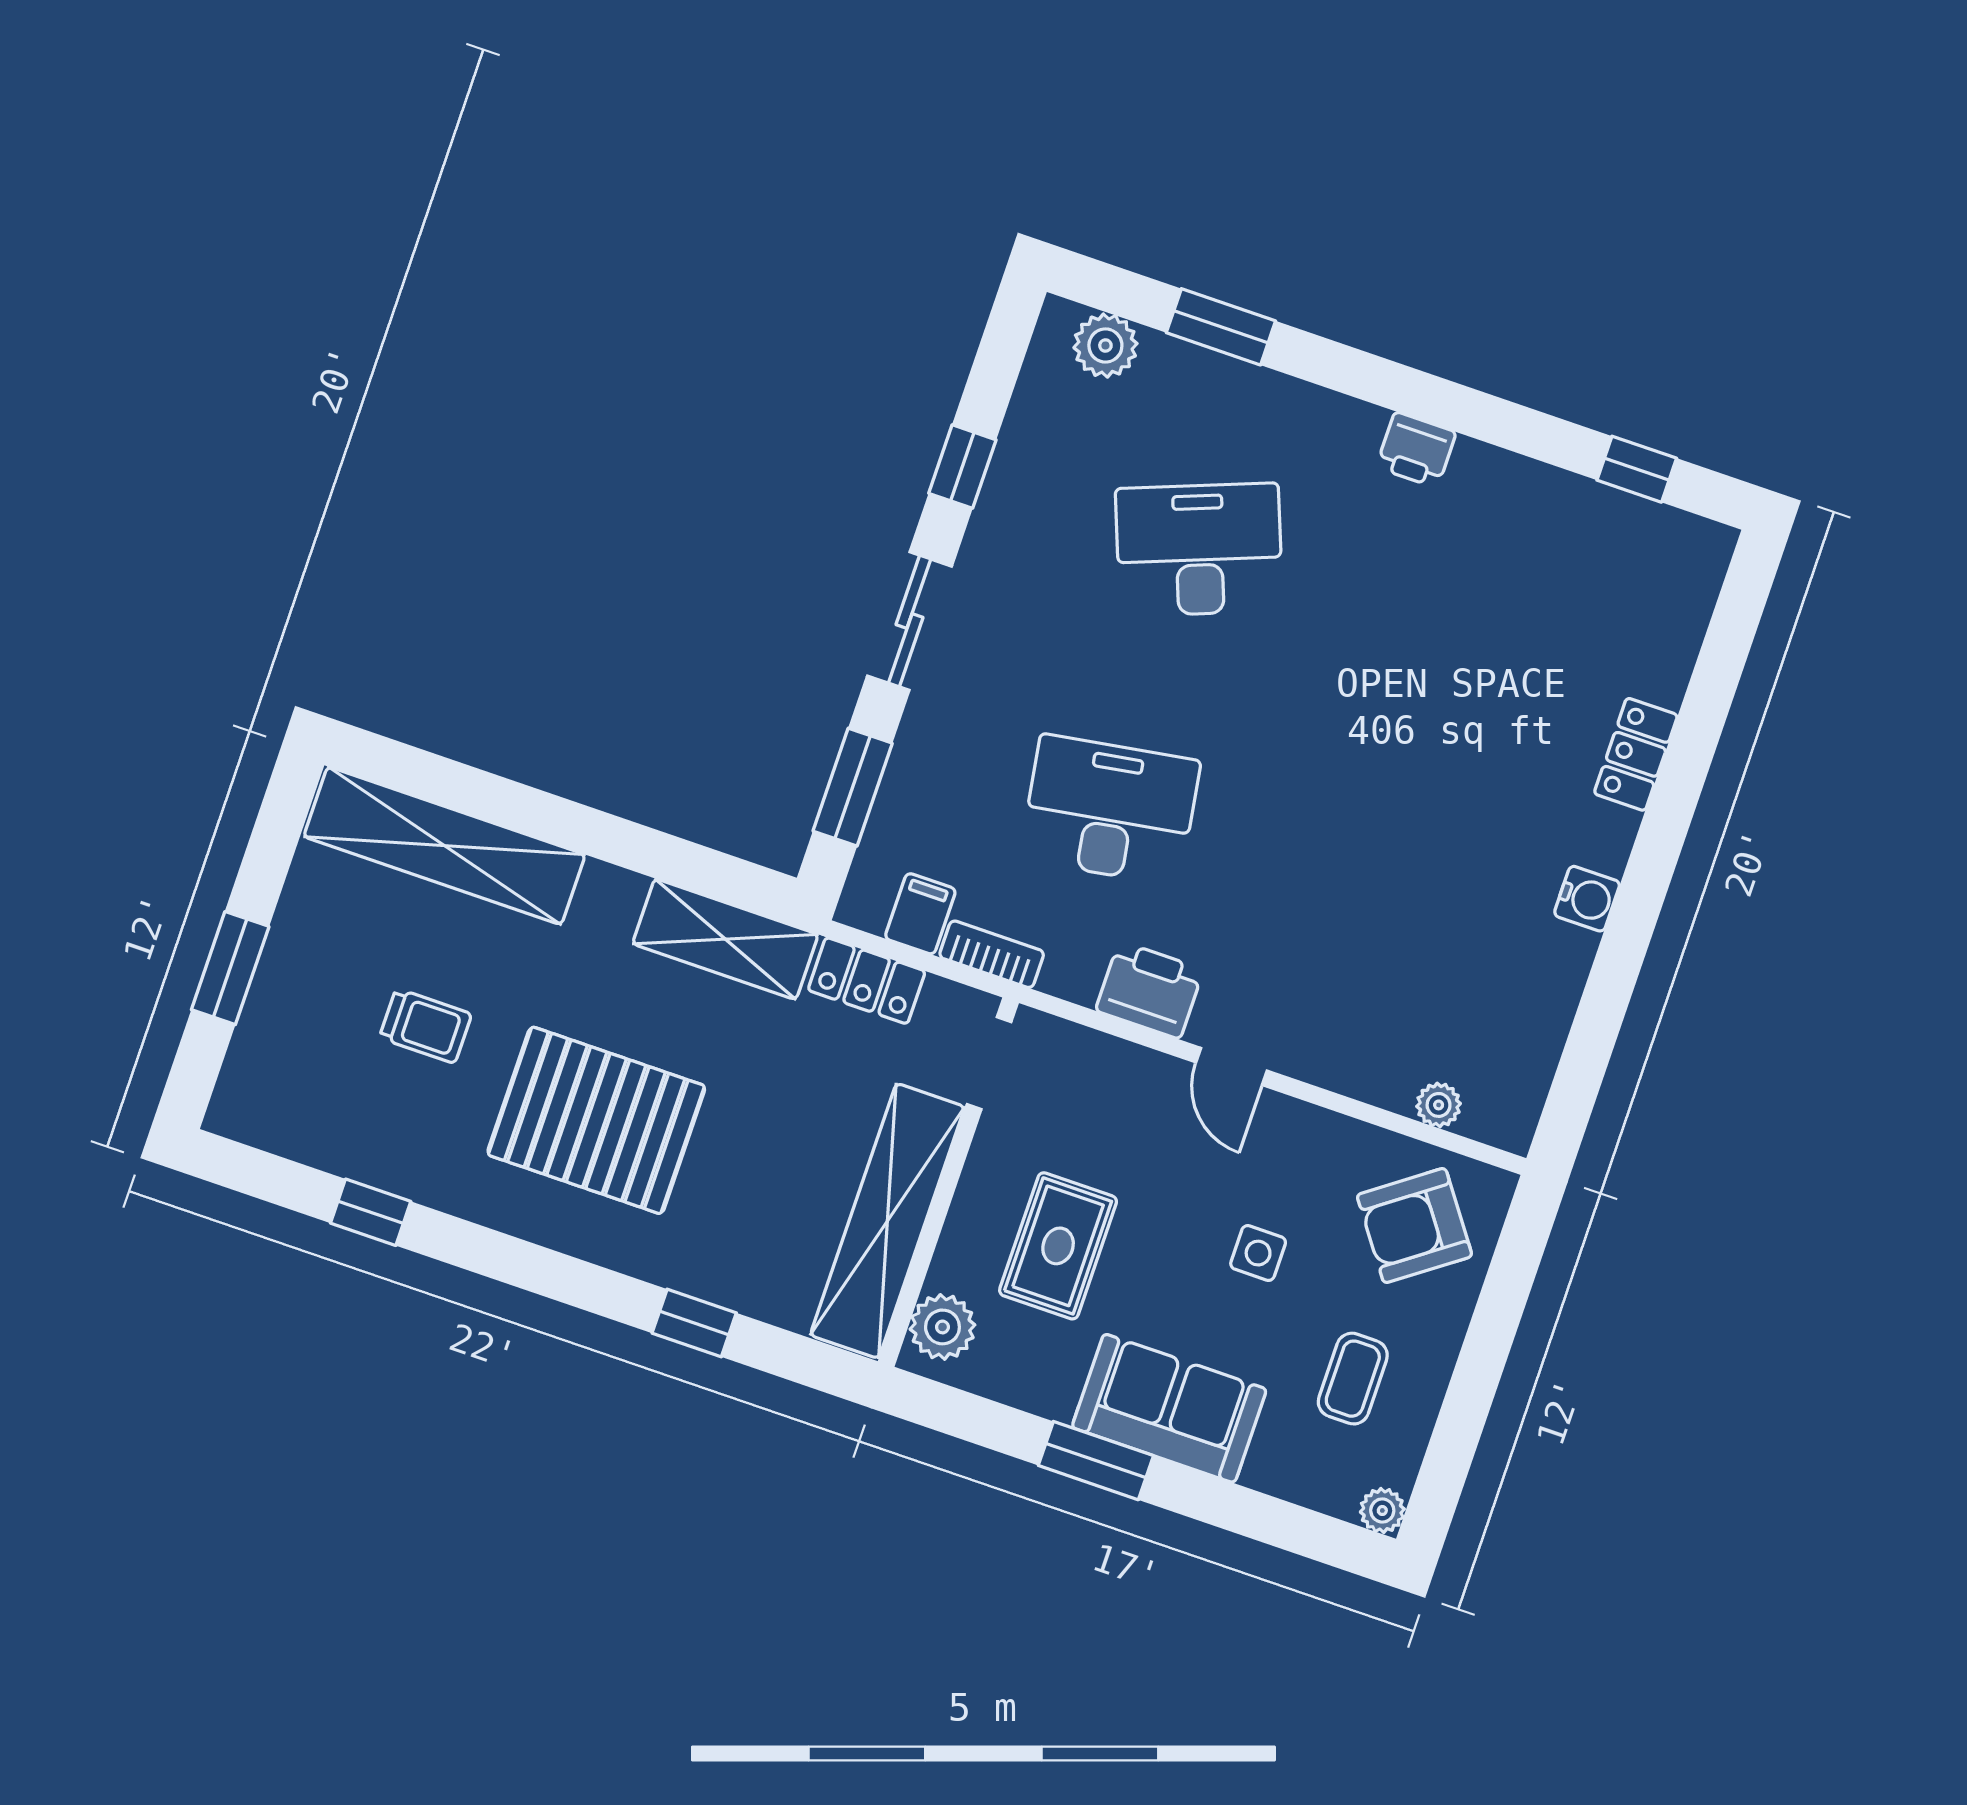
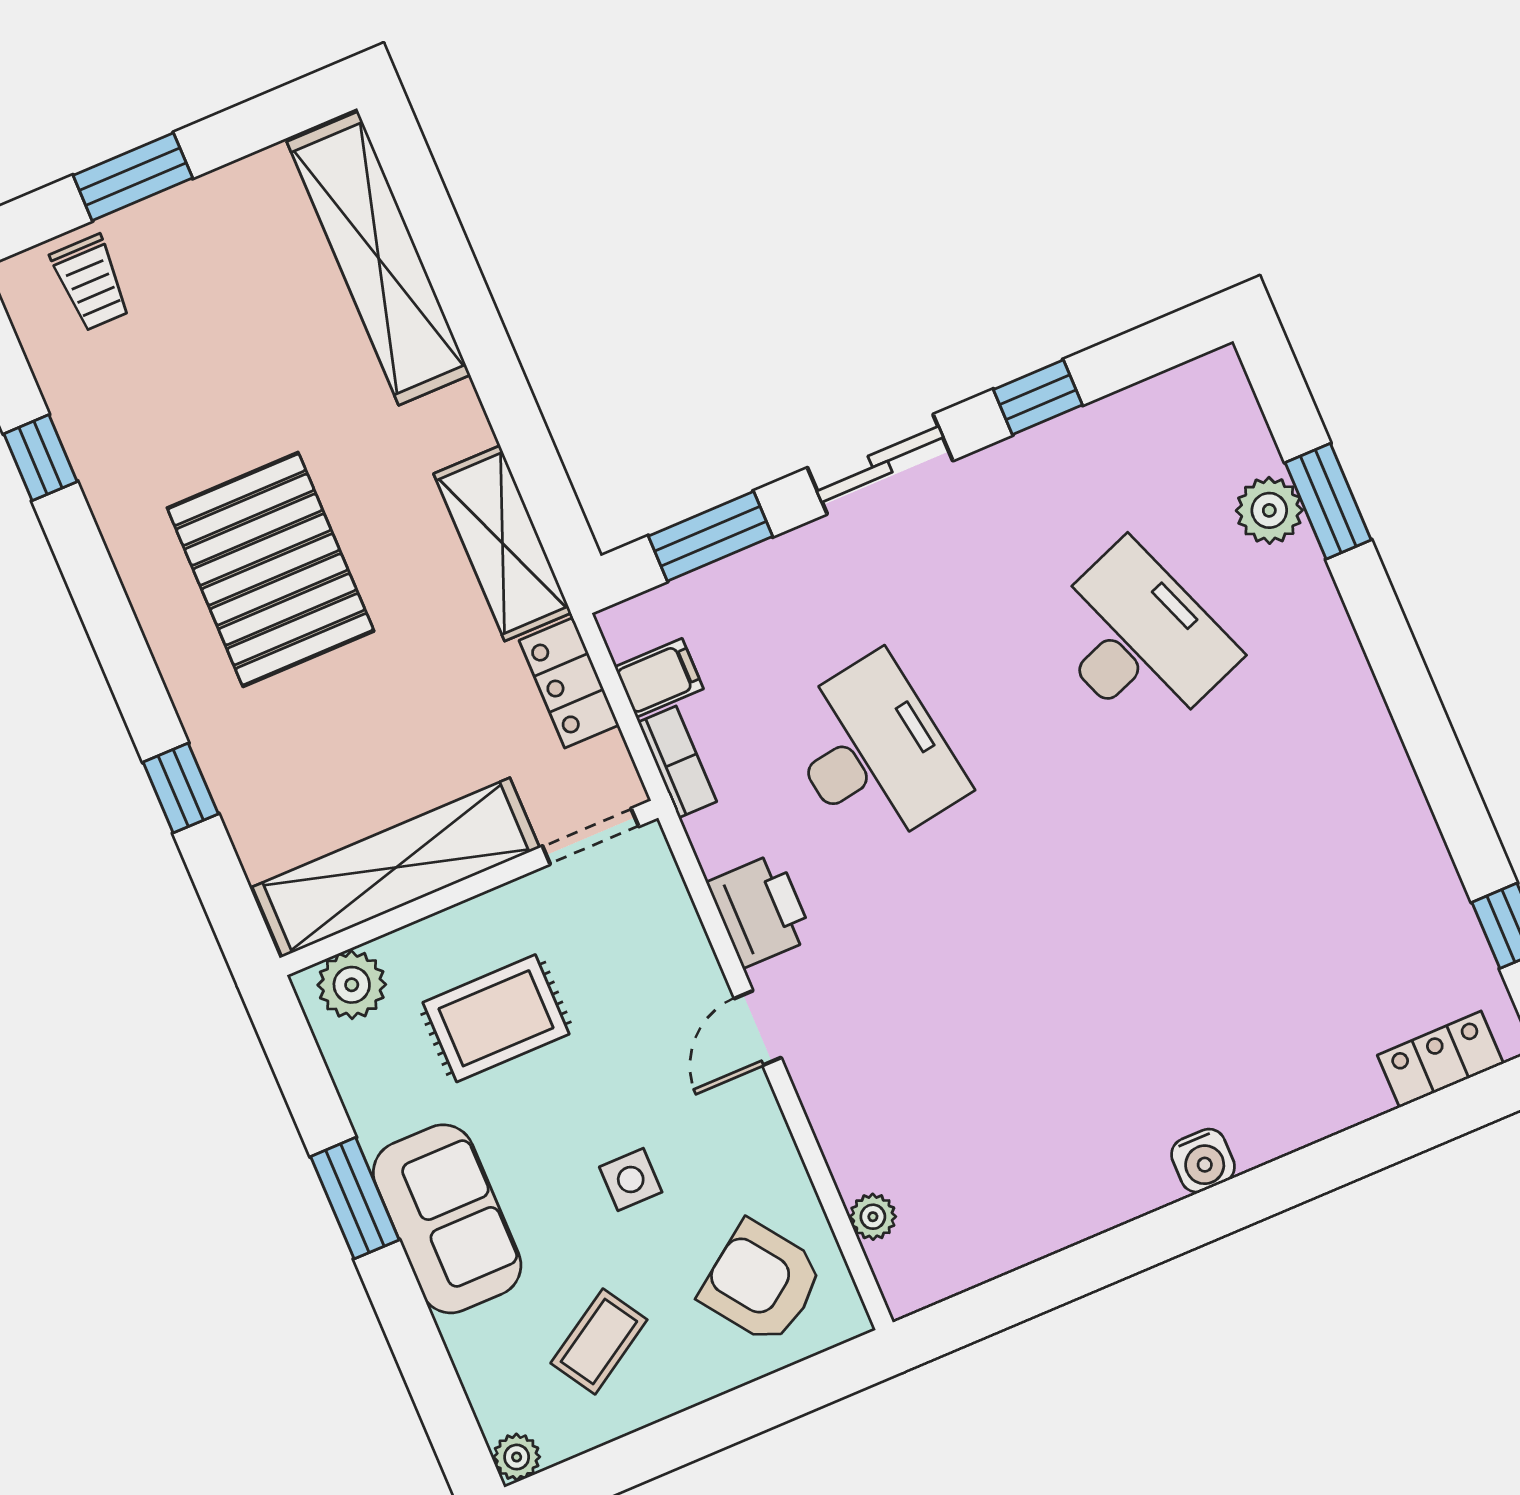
plant: (1105, 346) -> (1269, 510), moved
printer: (1416, 450) -> (1369, 740), removed
locker: (1636, 754) -> (1440, 1059), moved
water cooler: (1587, 899) -> (1203, 1161), moved
trolley: (426, 1026) -> (91, 283), moved
coffee table: (1353, 1379) -> (599, 1341), turned -32

